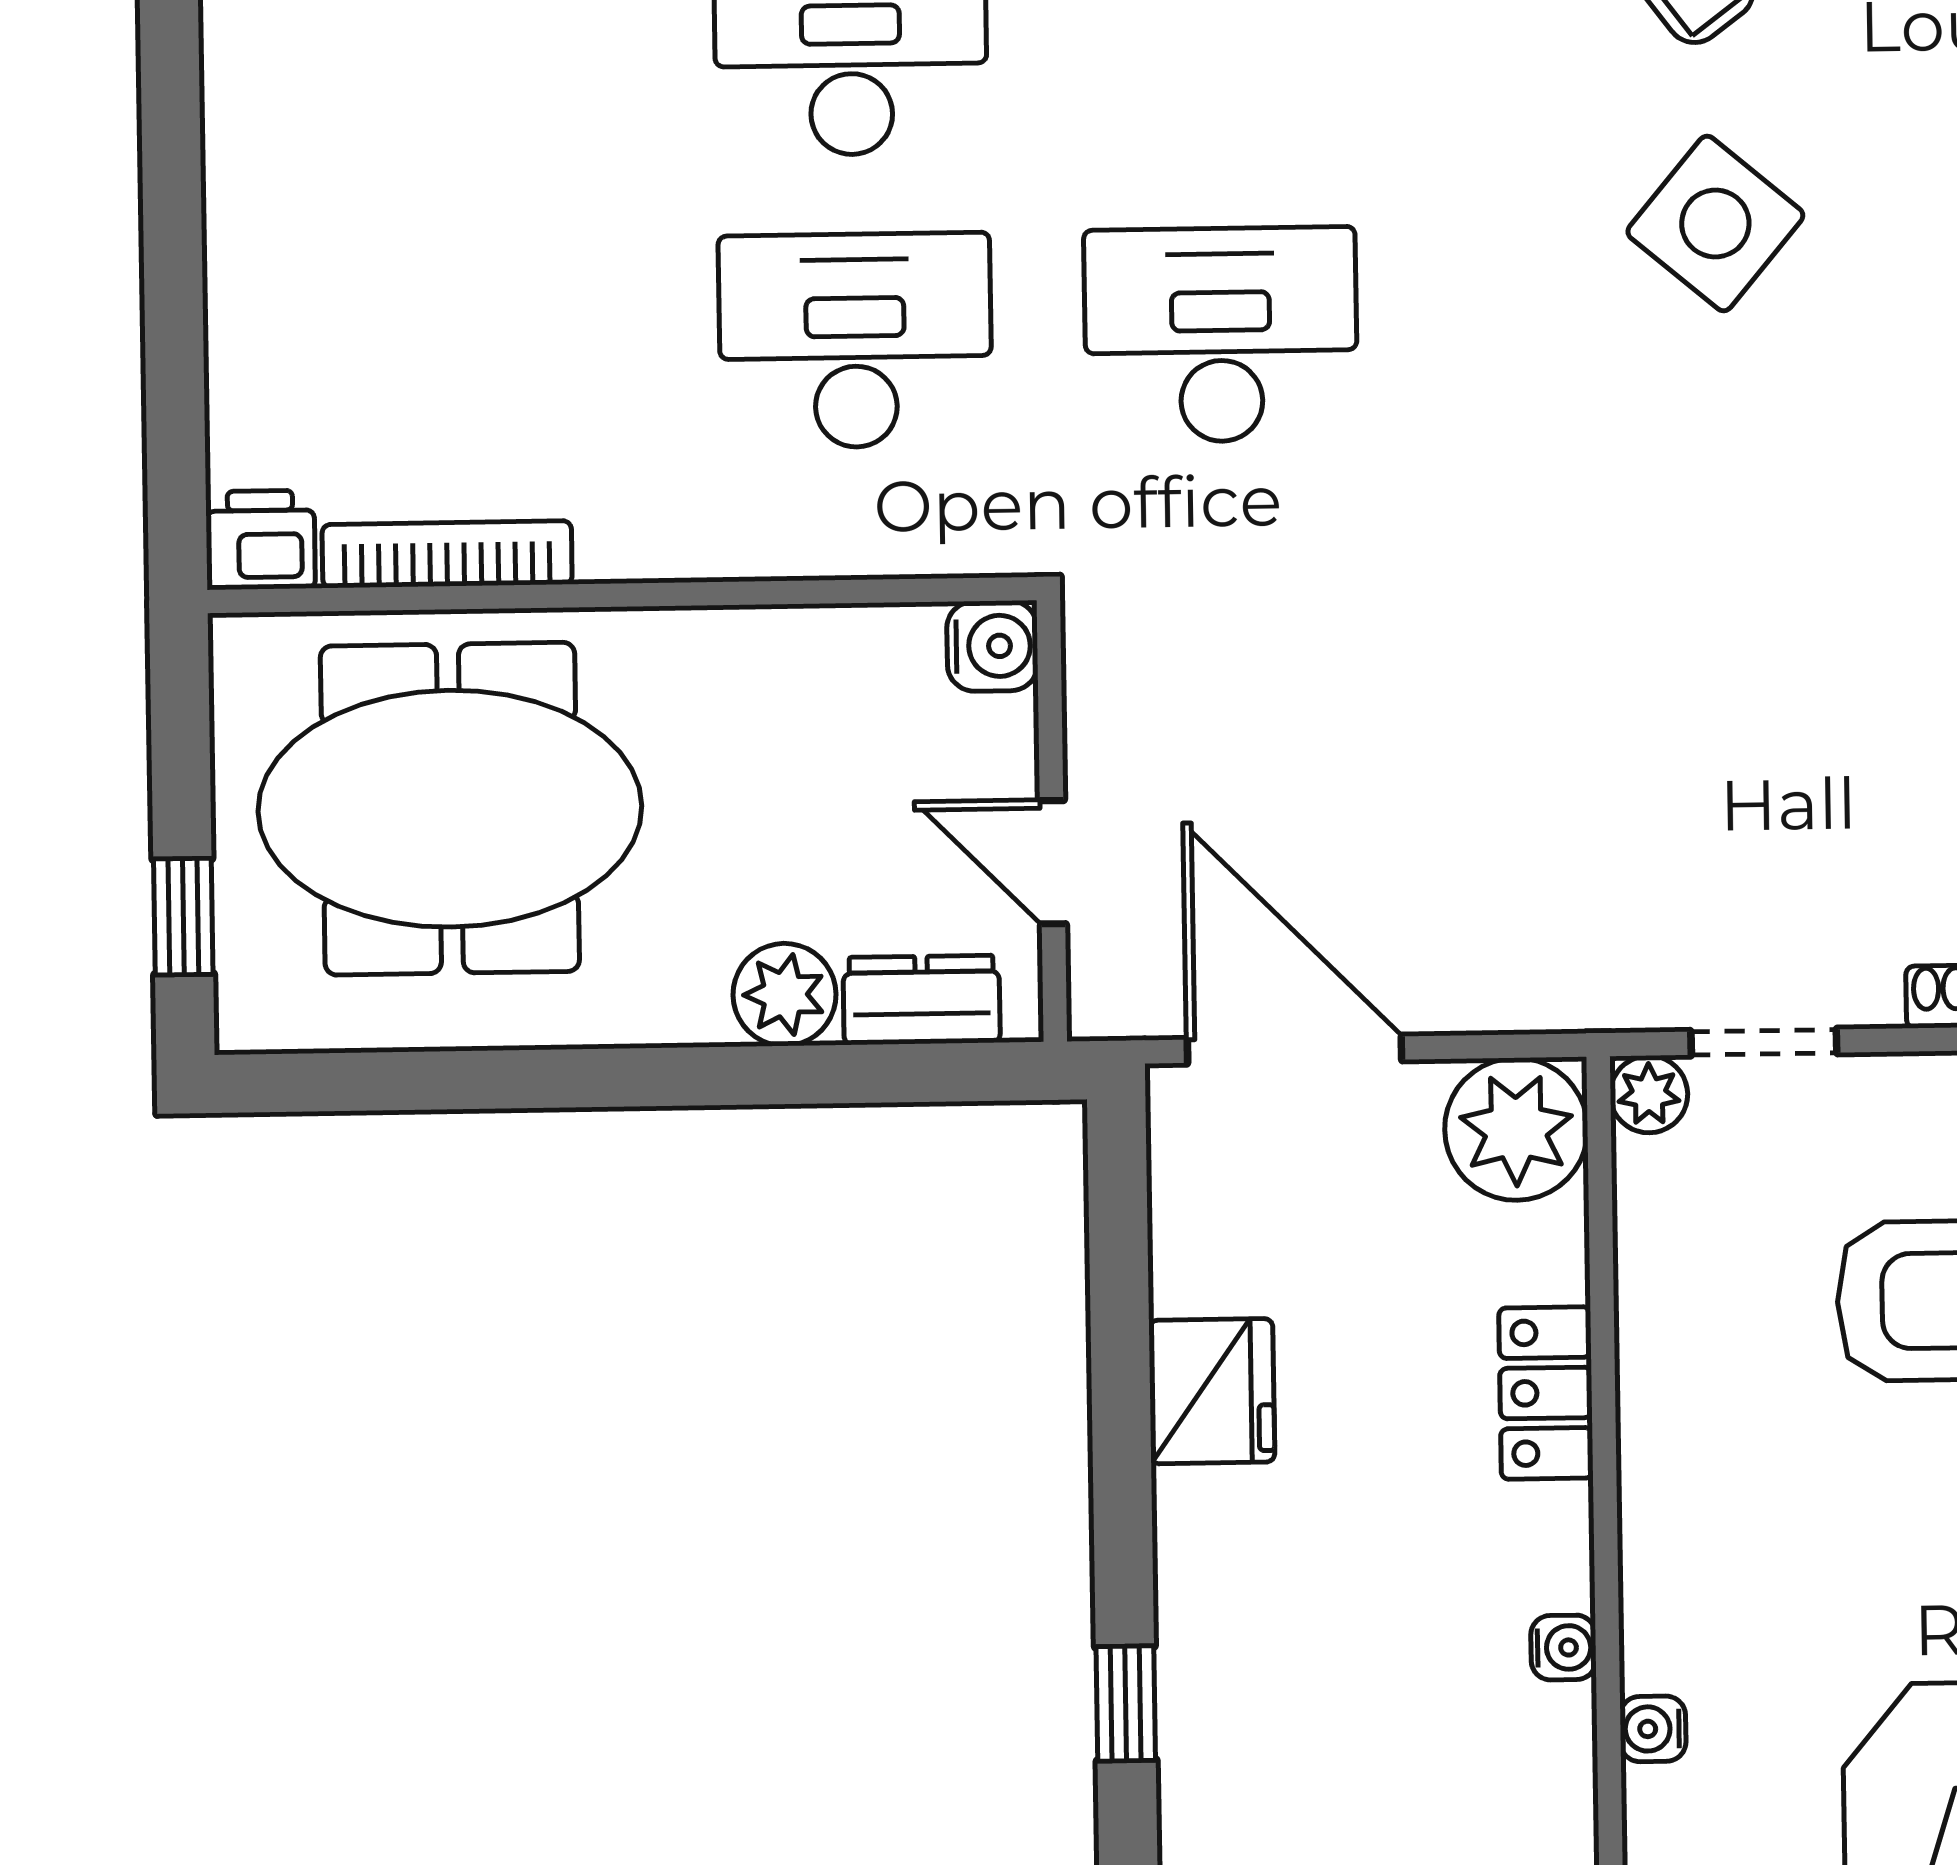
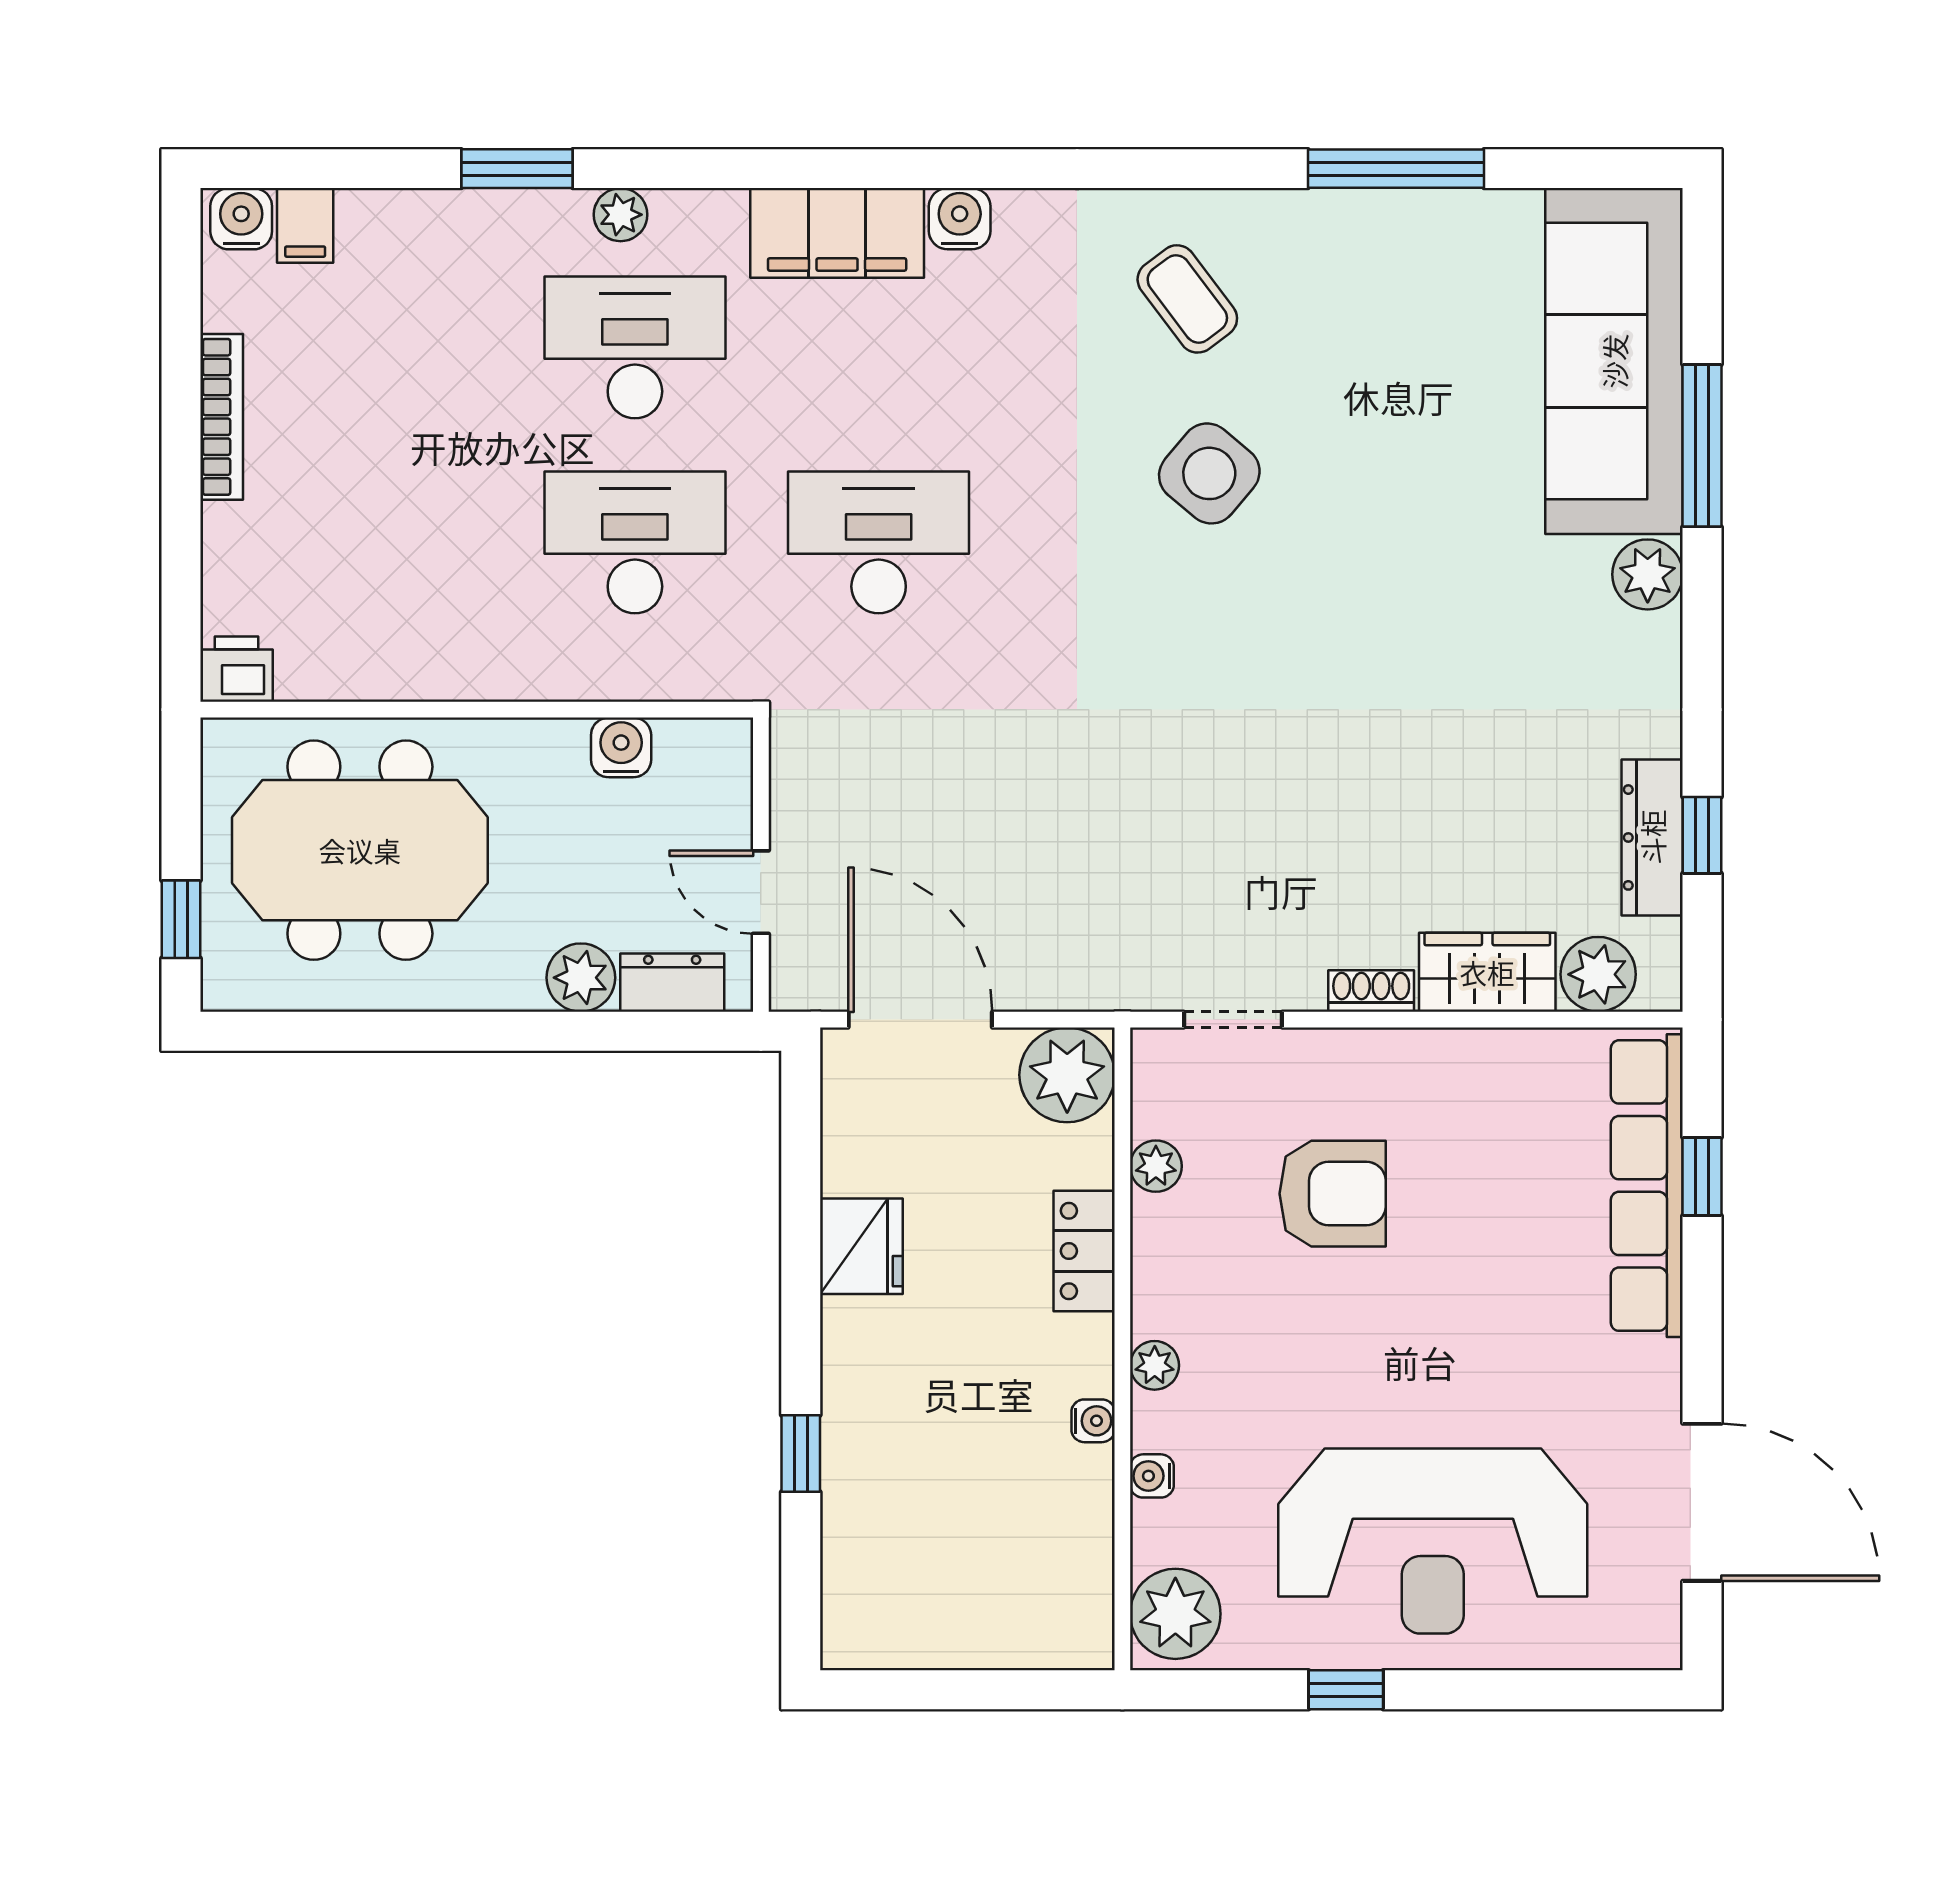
bookcase: (447, 554) -> (222, 417), moved, turned 90
water cooler: (992, 646) -> (621, 747), moved, turned -90
plant: (1649, 1094) -> (1156, 1166), moved
plant: (1654, 1563) -> (1155, 1365), added

